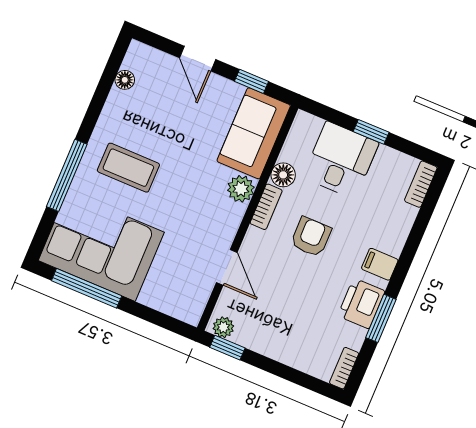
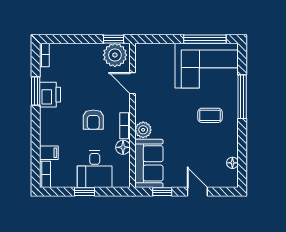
coffee table: (128, 168) -> (210, 115), width x0.73, depth x0.77
filing cabinet: (380, 264) -> (49, 153), moved
plant: (223, 327) -> (115, 55), width x1.87, depth x1.87

